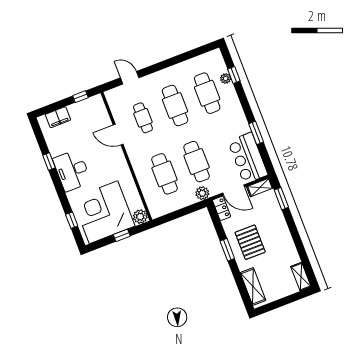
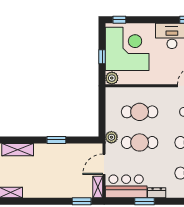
dresser: (242, 123) -> (157, 193), added
locker: (222, 208) -> (93, 148), removed
window: (72, 220) -> (119, 20), moved
pallet: (250, 242) -> (55, 161), removed

